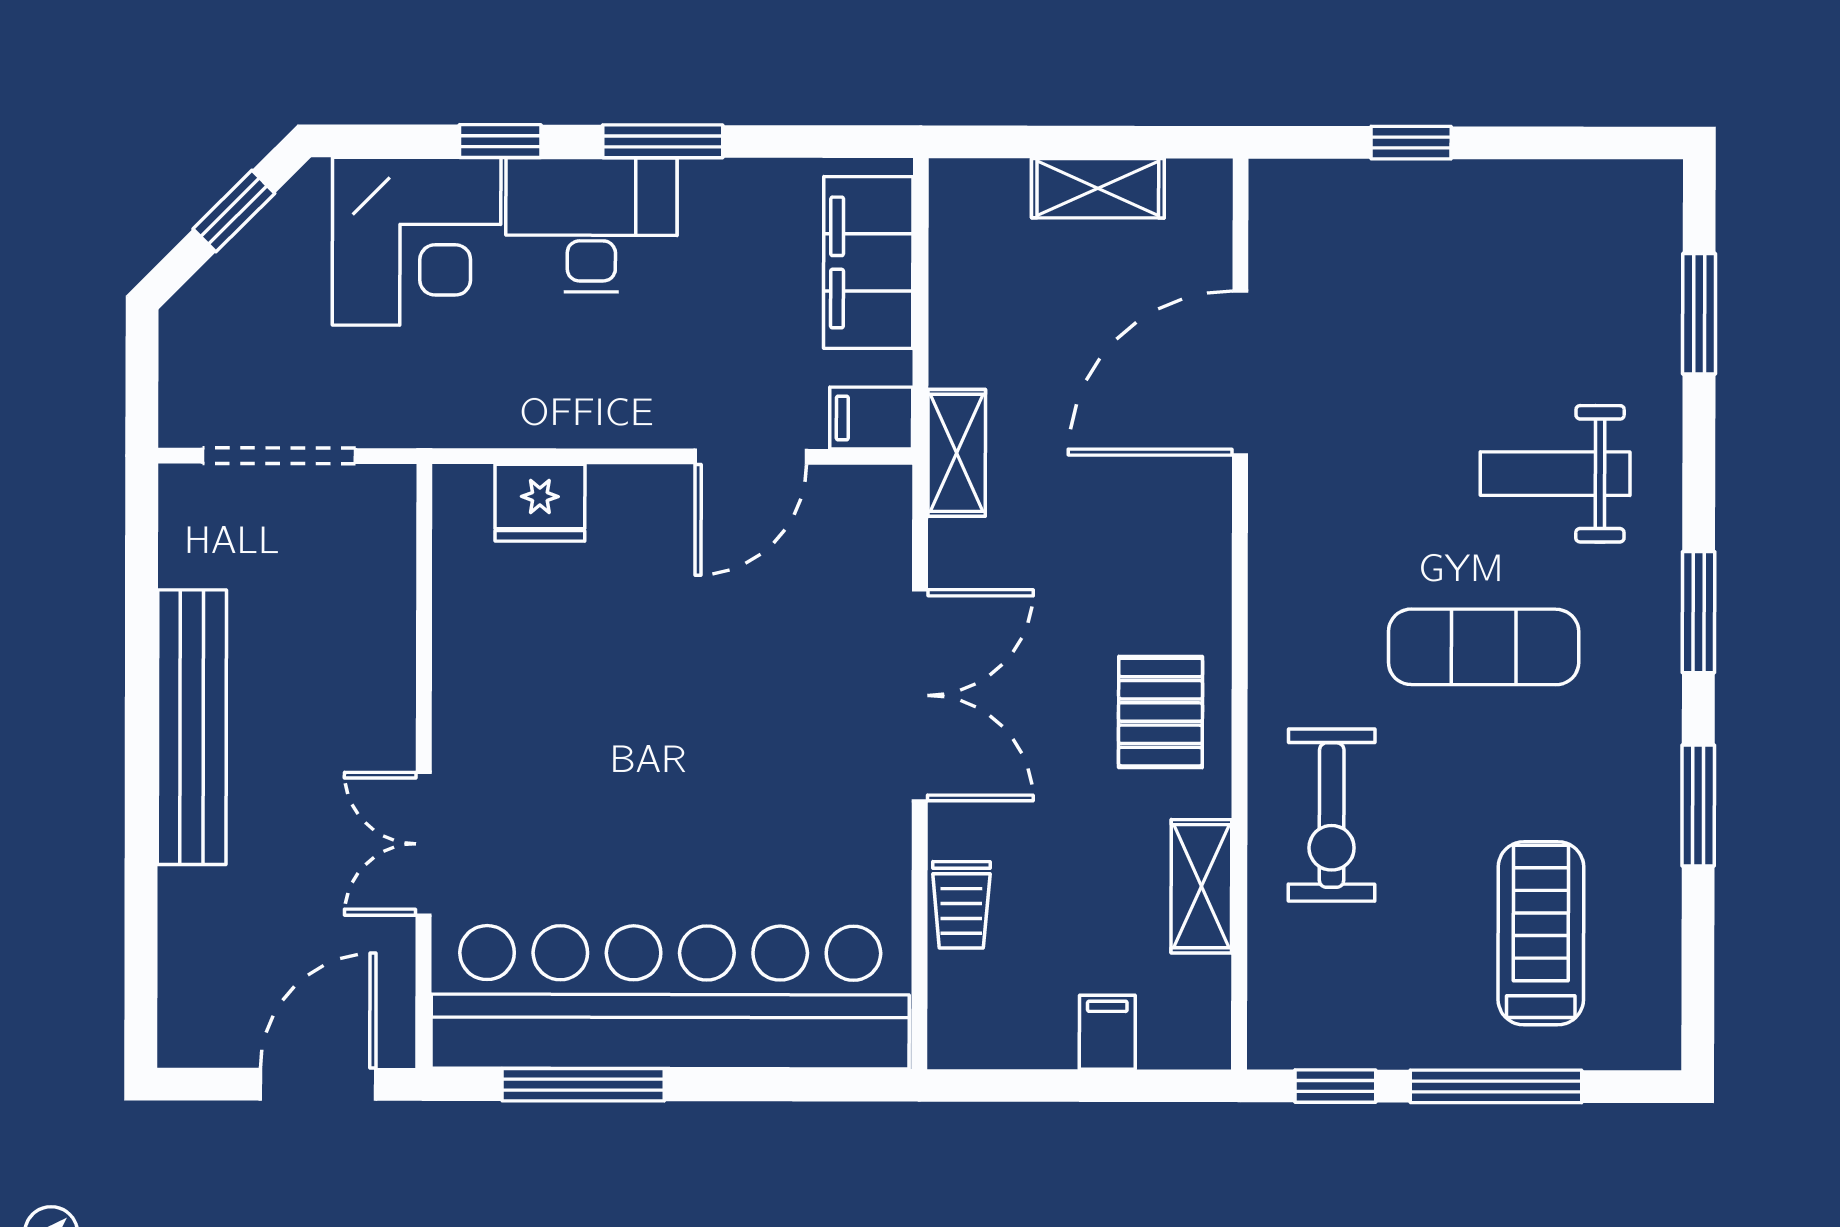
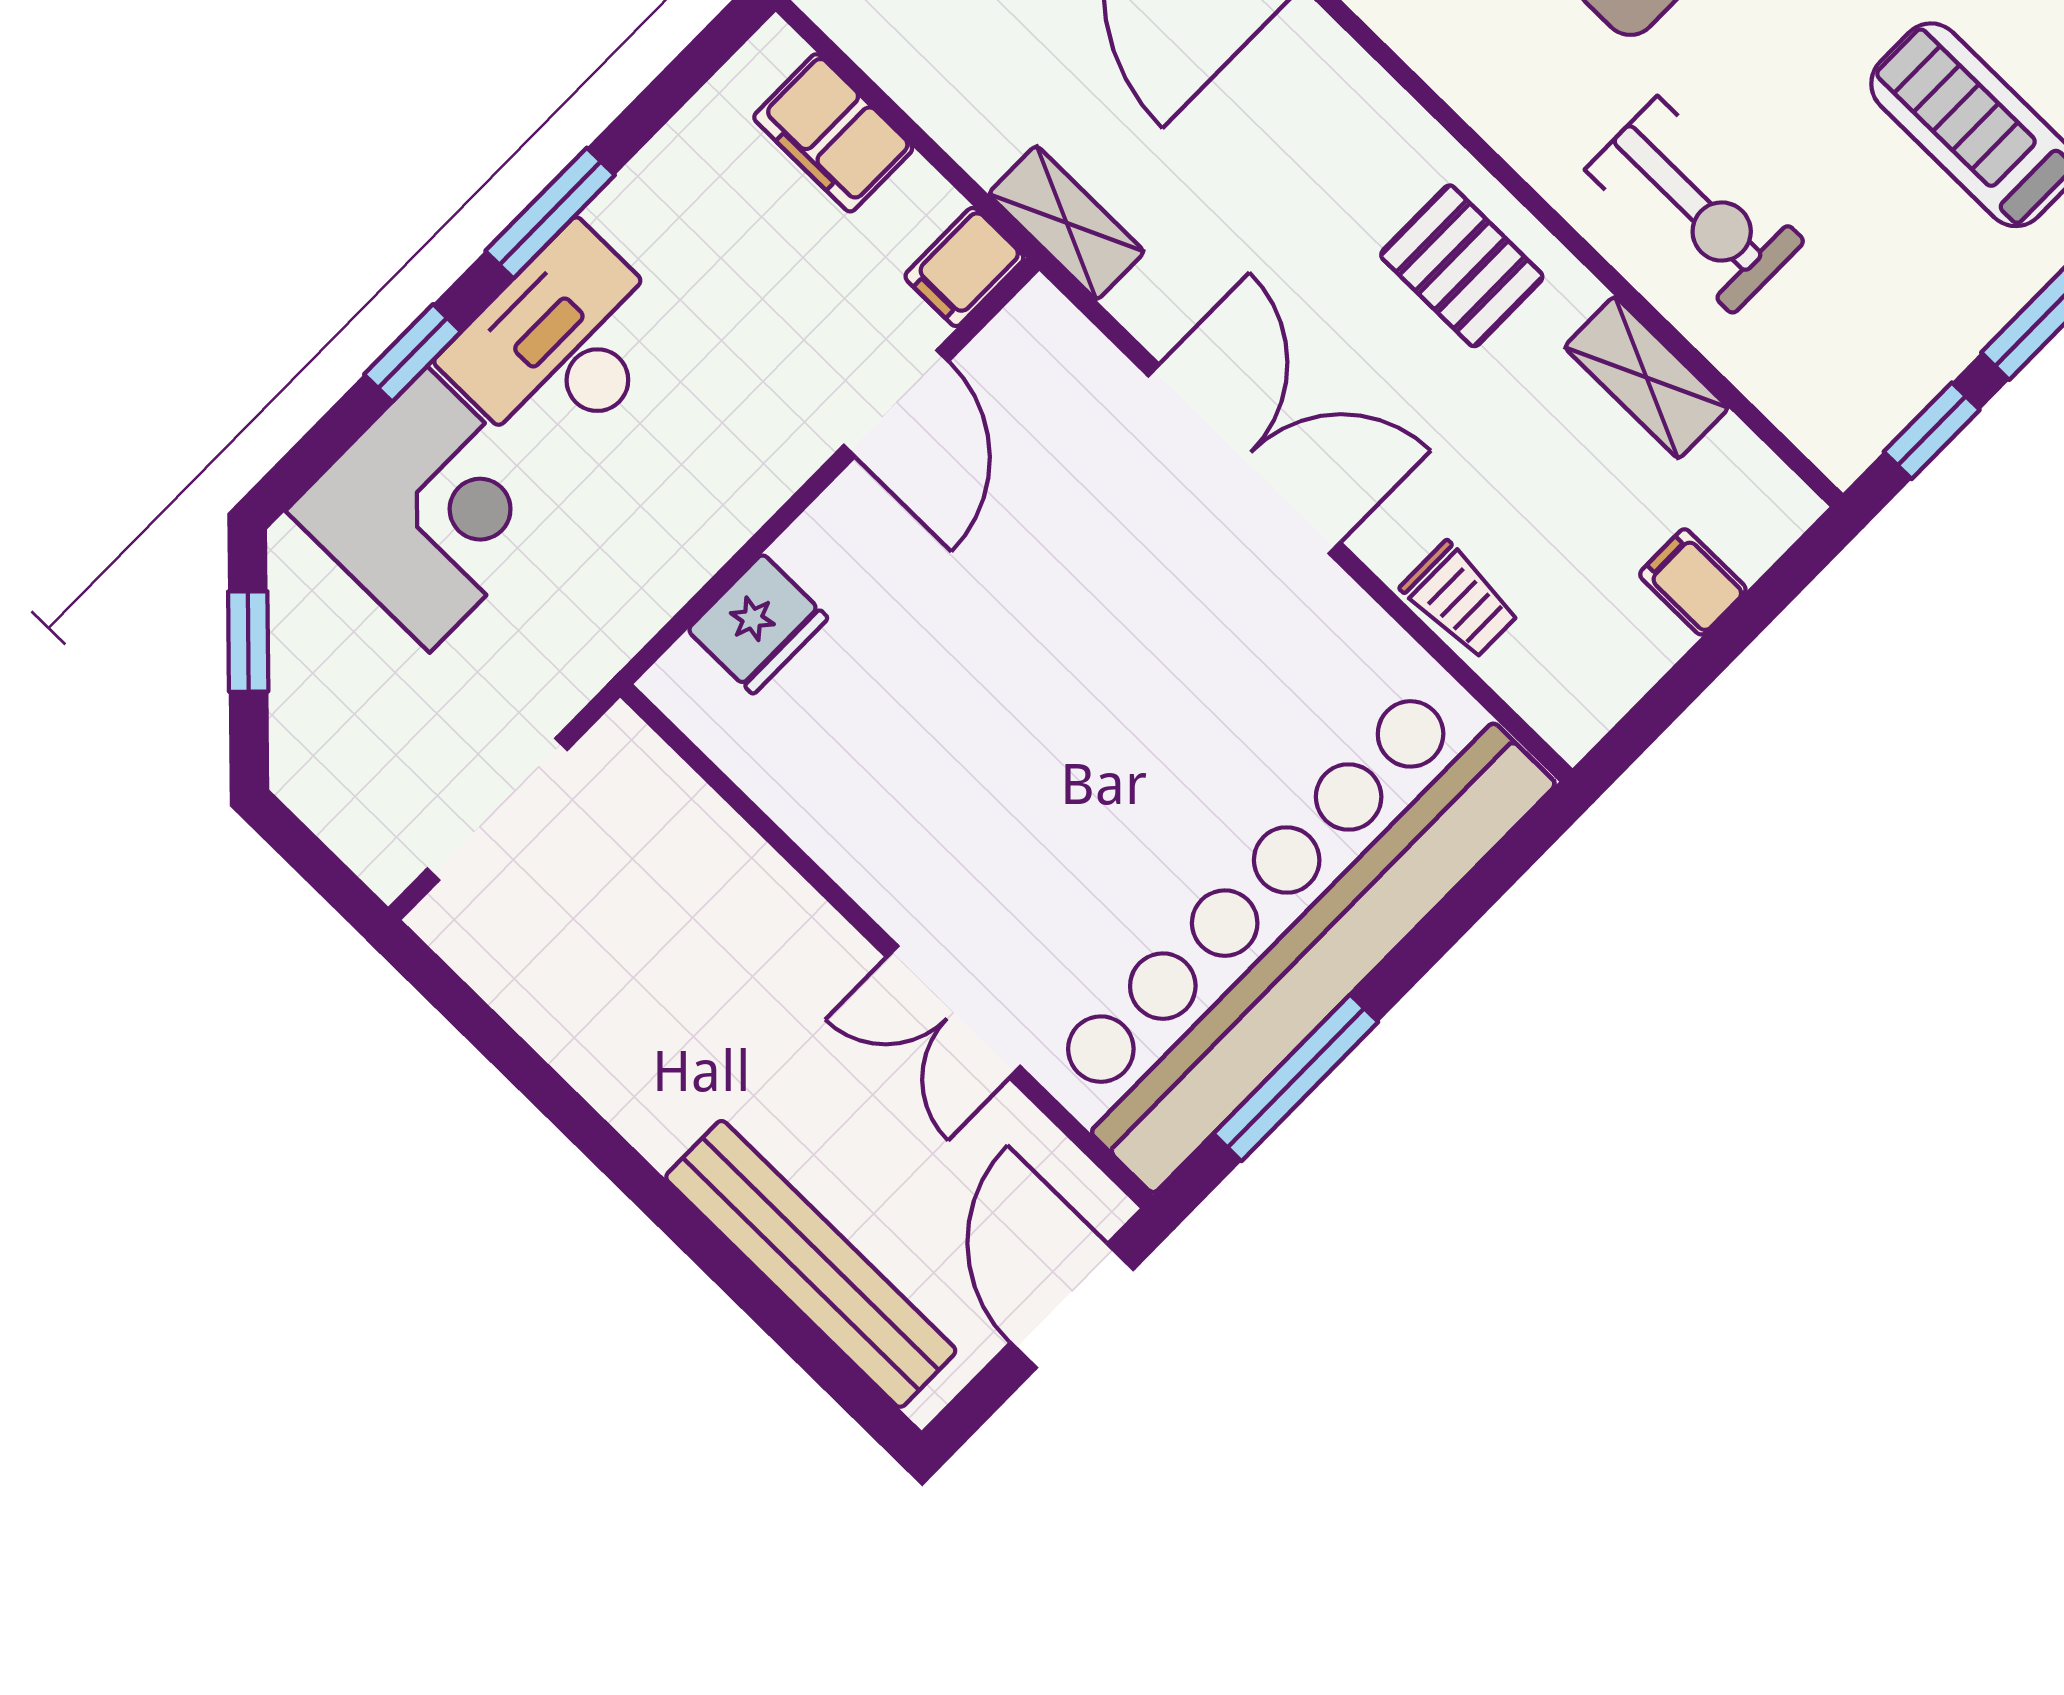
filing cabinet: (868, 263) -> (833, 133), width x0.67, depth x0.86
bench: (192, 727) -> (811, 1264), moved

